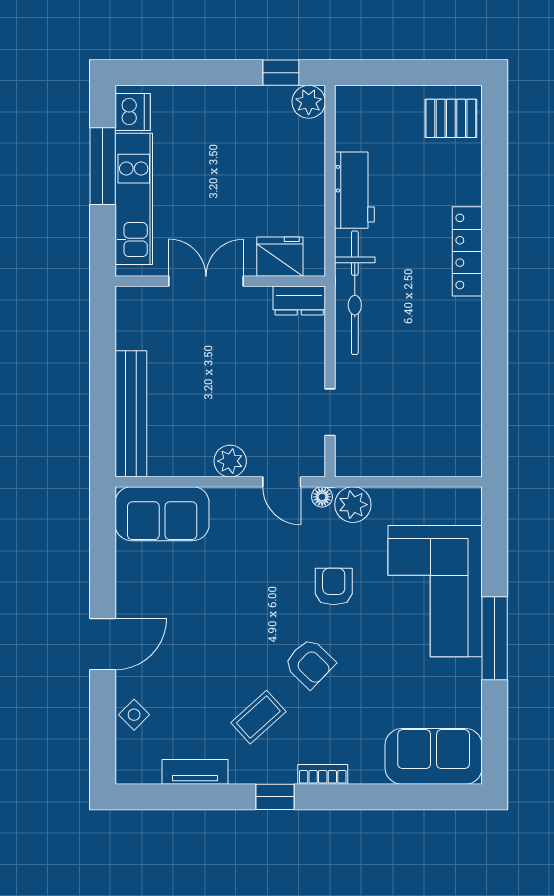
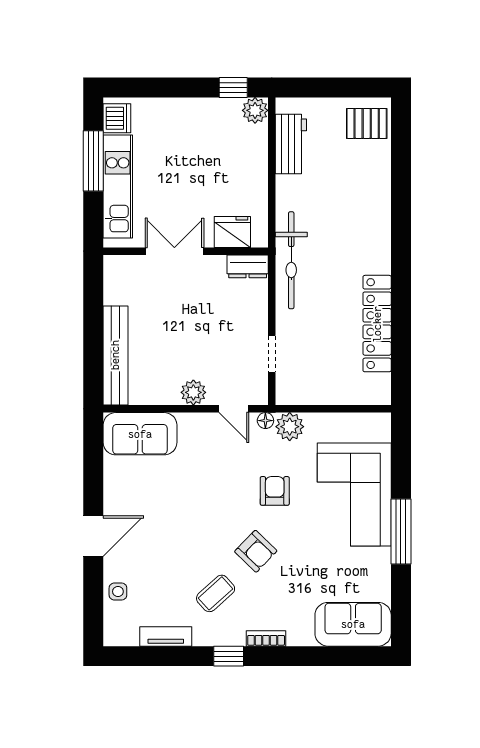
workbench: (354, 190) -> (291, 144), moved
locker: (467, 251) -> (377, 324), moved, width x1.41, depth x1.21
side table: (134, 715) -> (118, 592), turned 45

